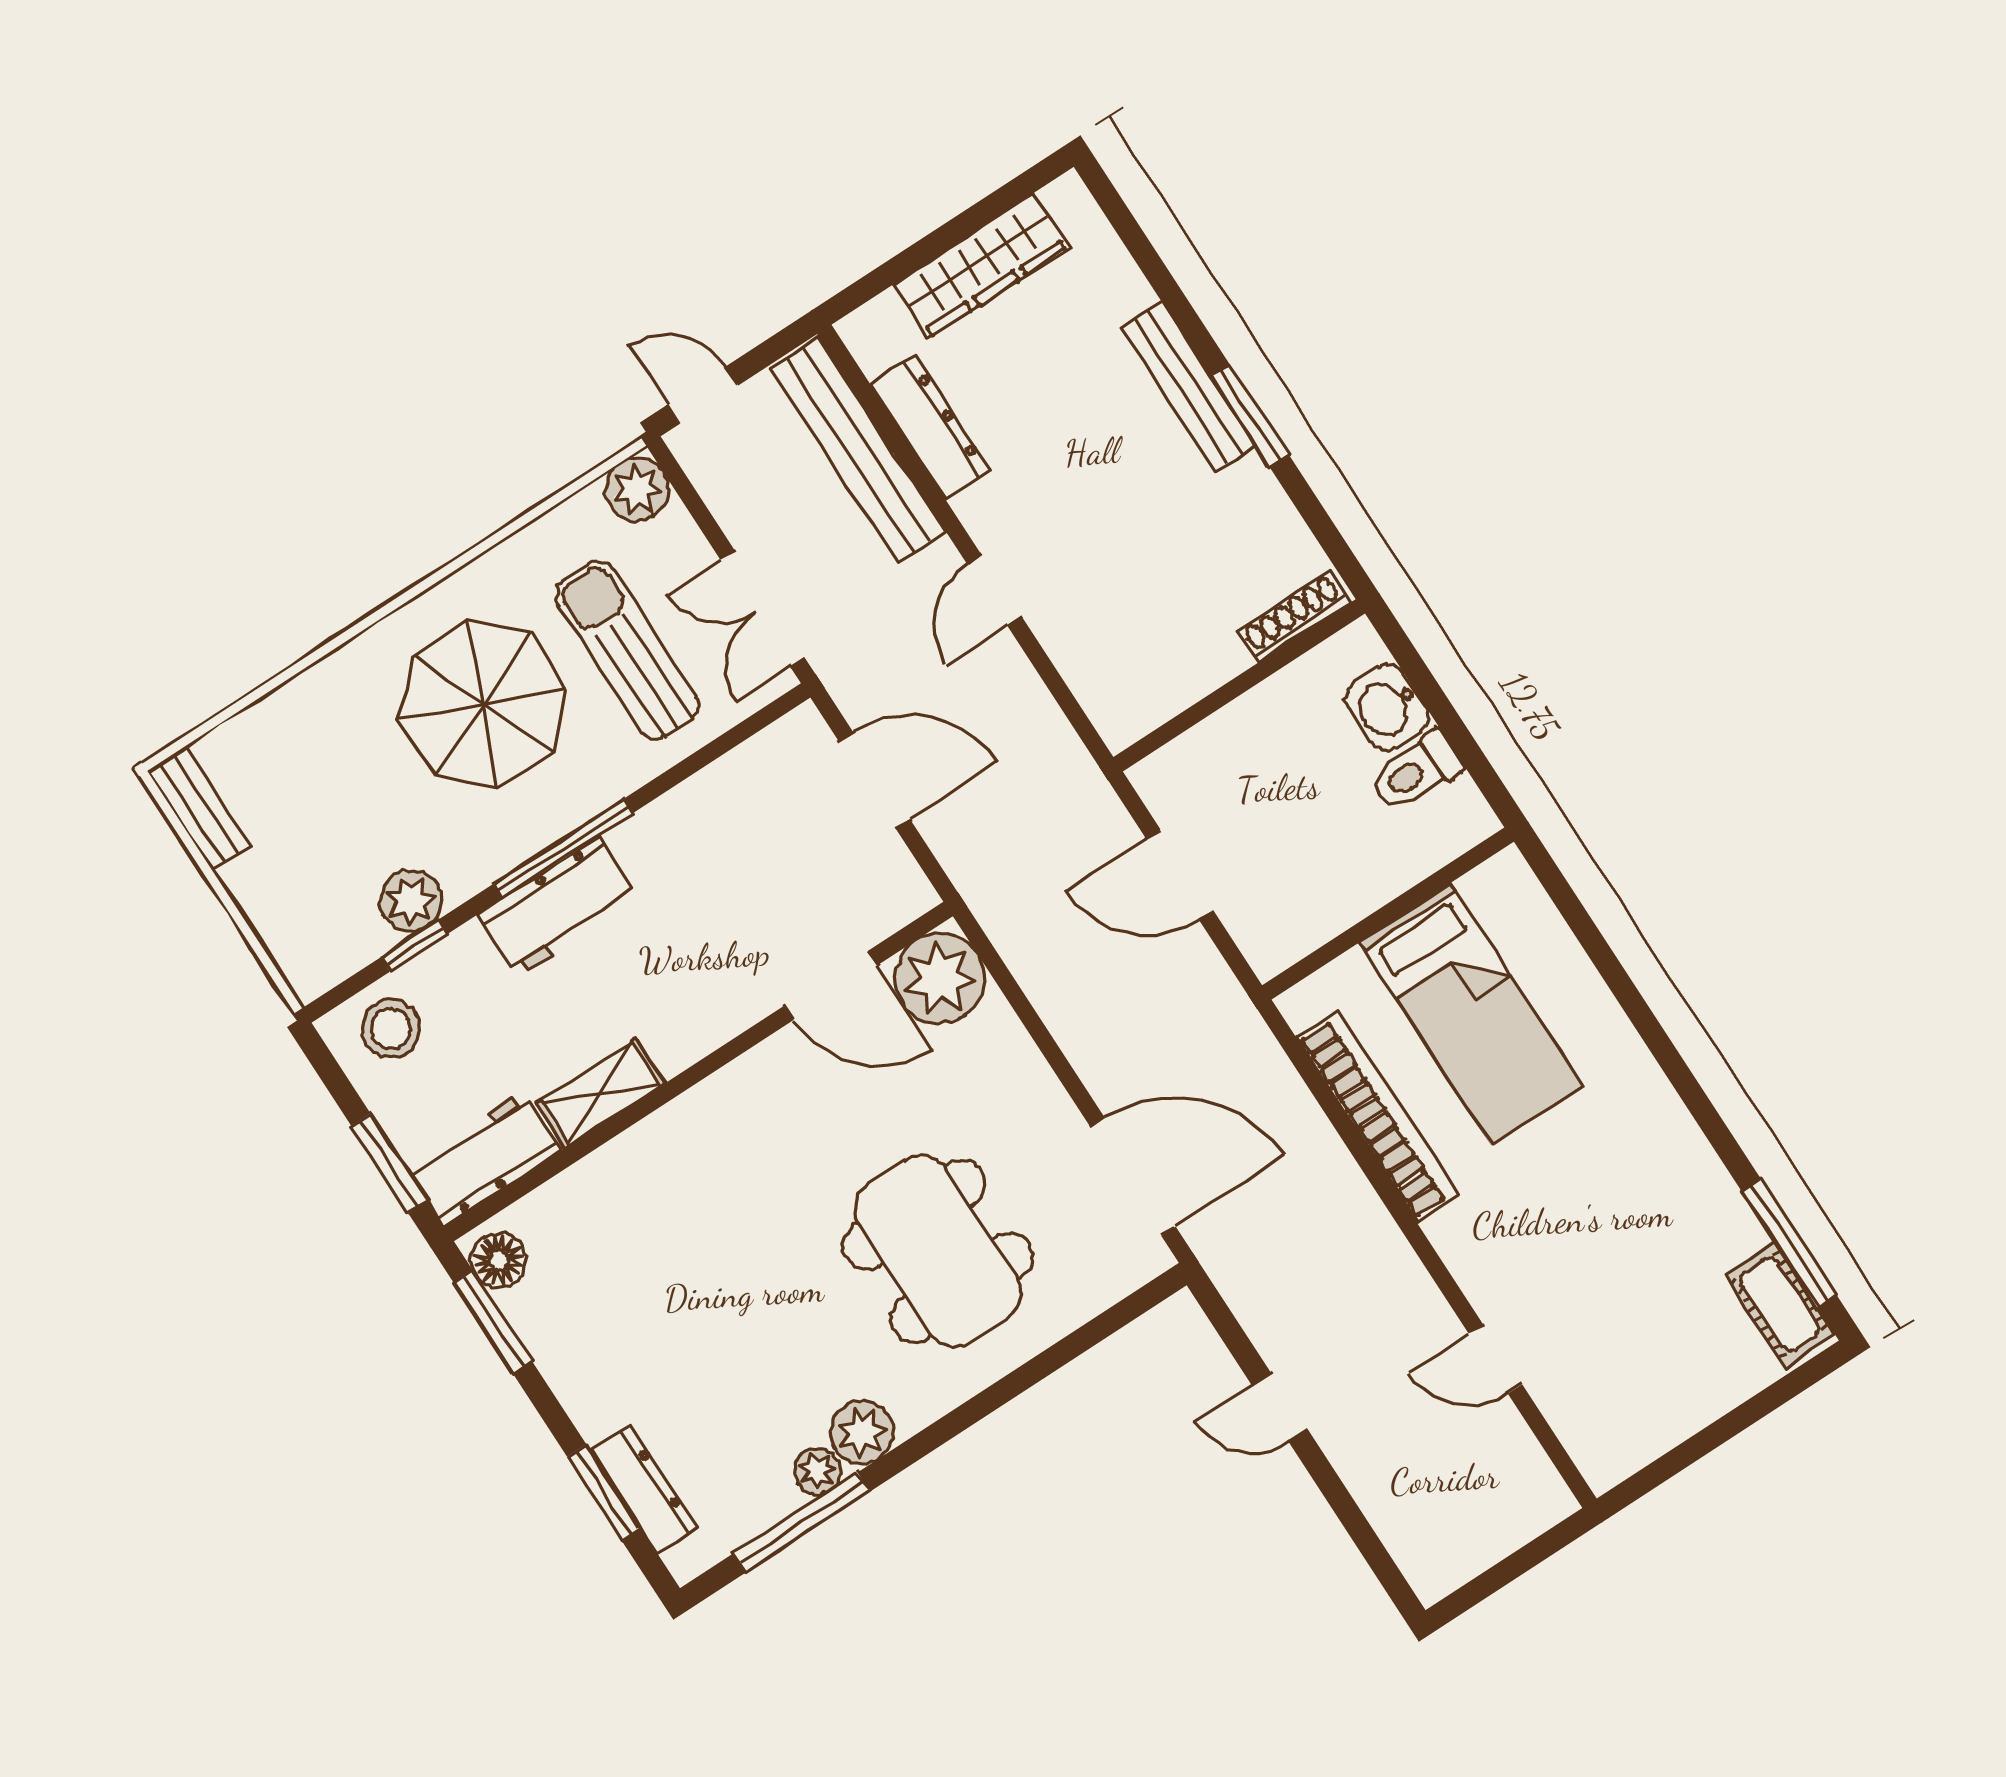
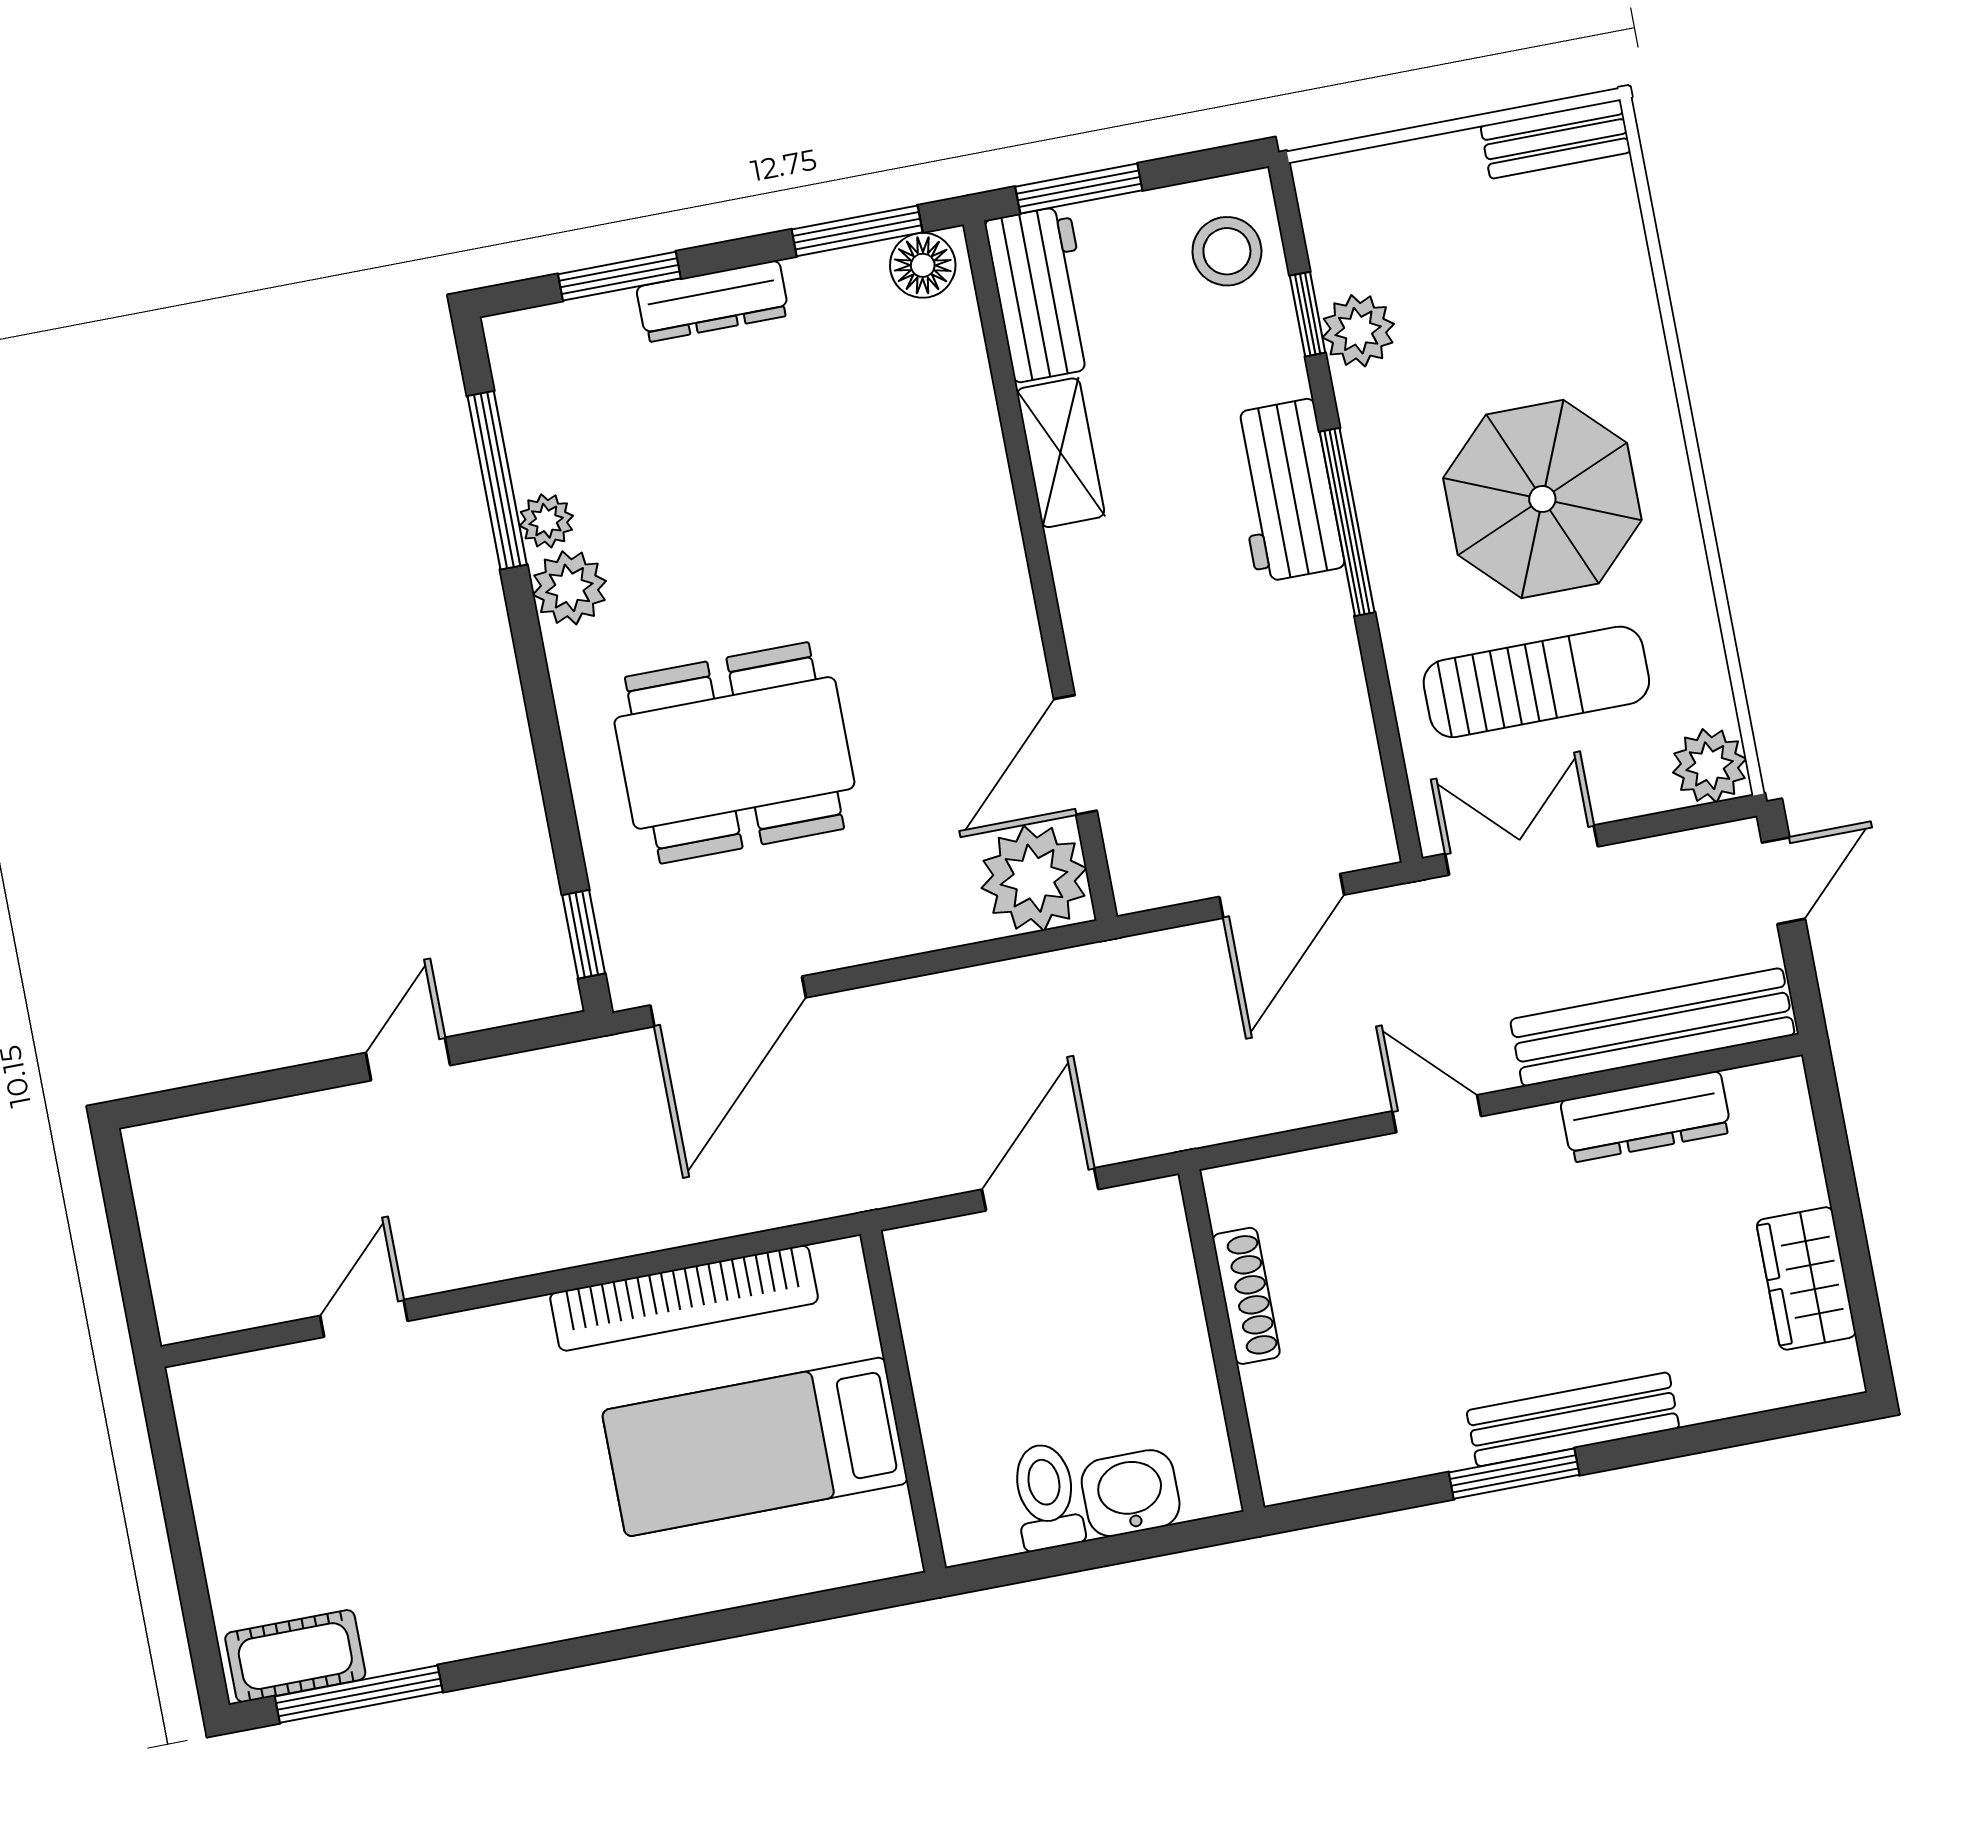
wardrobe: (981, 266) -> (1806, 1278), width x0.67
shoe rack: (1294, 617) -> (1246, 1296), moved
window: (1127, 1311) -> (584, 934), added
dresser: (644, 1489) -> (713, 301), moved

